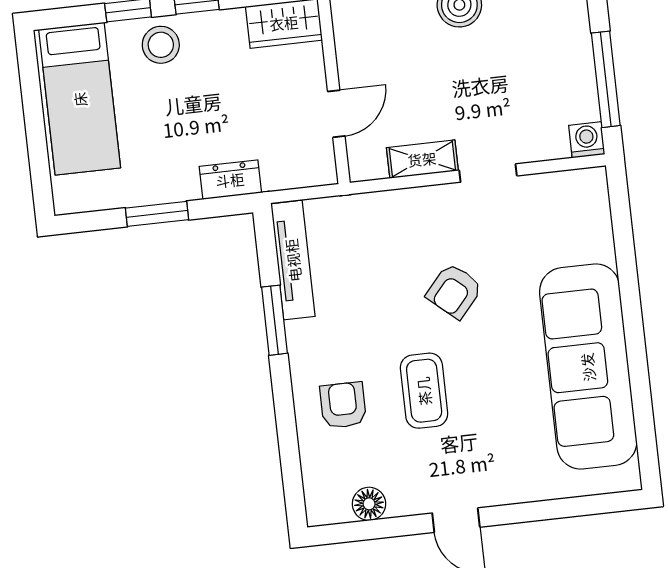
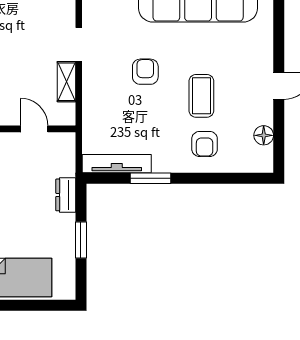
armchair: (454, 291) -> (145, 72), turned -131
coffee table: (424, 391) -> (201, 96), turned 90
armchair: (343, 405) -> (205, 144), turned -90

